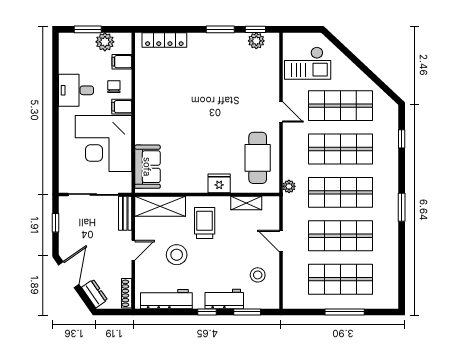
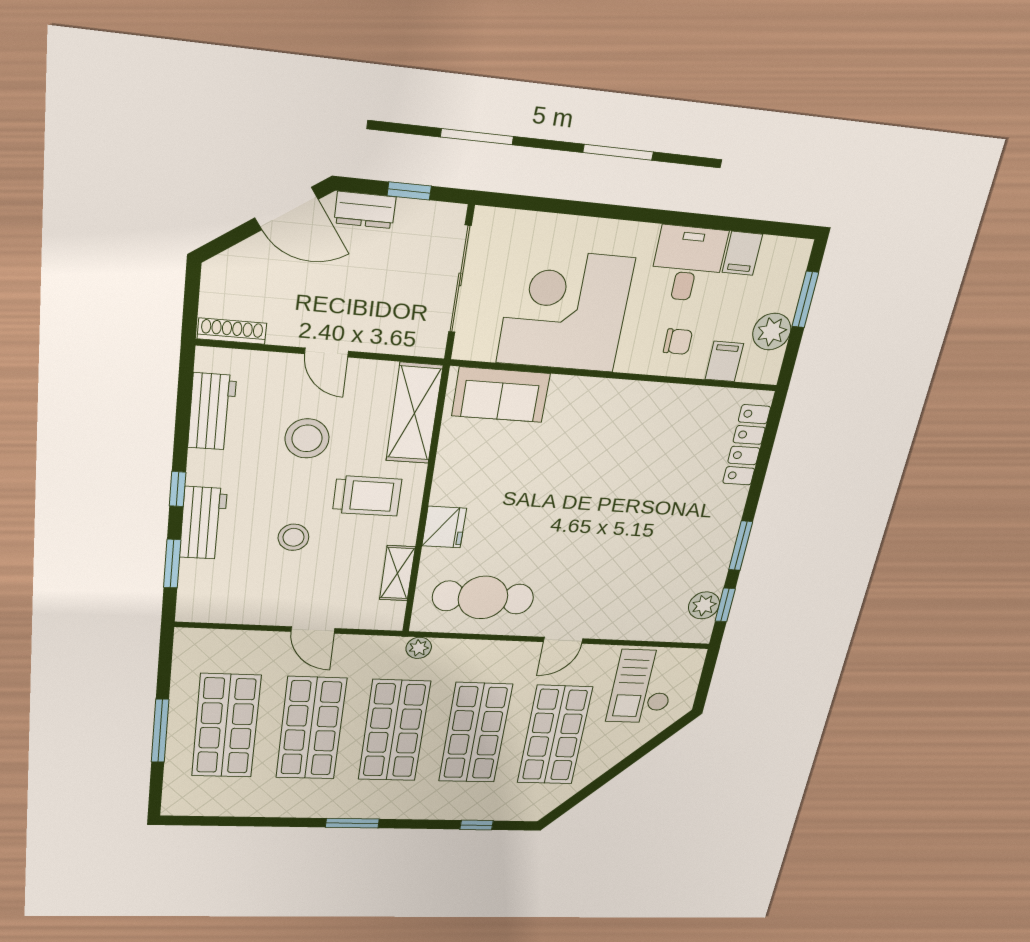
filing cabinet: (122, 107) -> (742, 253), moved, turned 180
bench: (125, 213) -> (409, 342), removed
door: (281, 241) -> (313, 630), swing flipped
stool: (258, 275) -> (293, 537), moved
dresser: (94, 294) -> (365, 210), moved, turned 35
workbench: (166, 299) -> (212, 412), width x0.73

